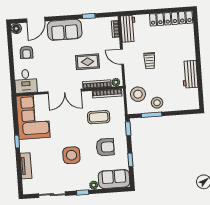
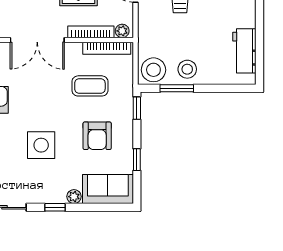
workbench: (190, 74) -> (244, 51), moved
stool: (138, 94) -> (153, 70), moved
armchair: (105, 147) -> (97, 136), turned 90

